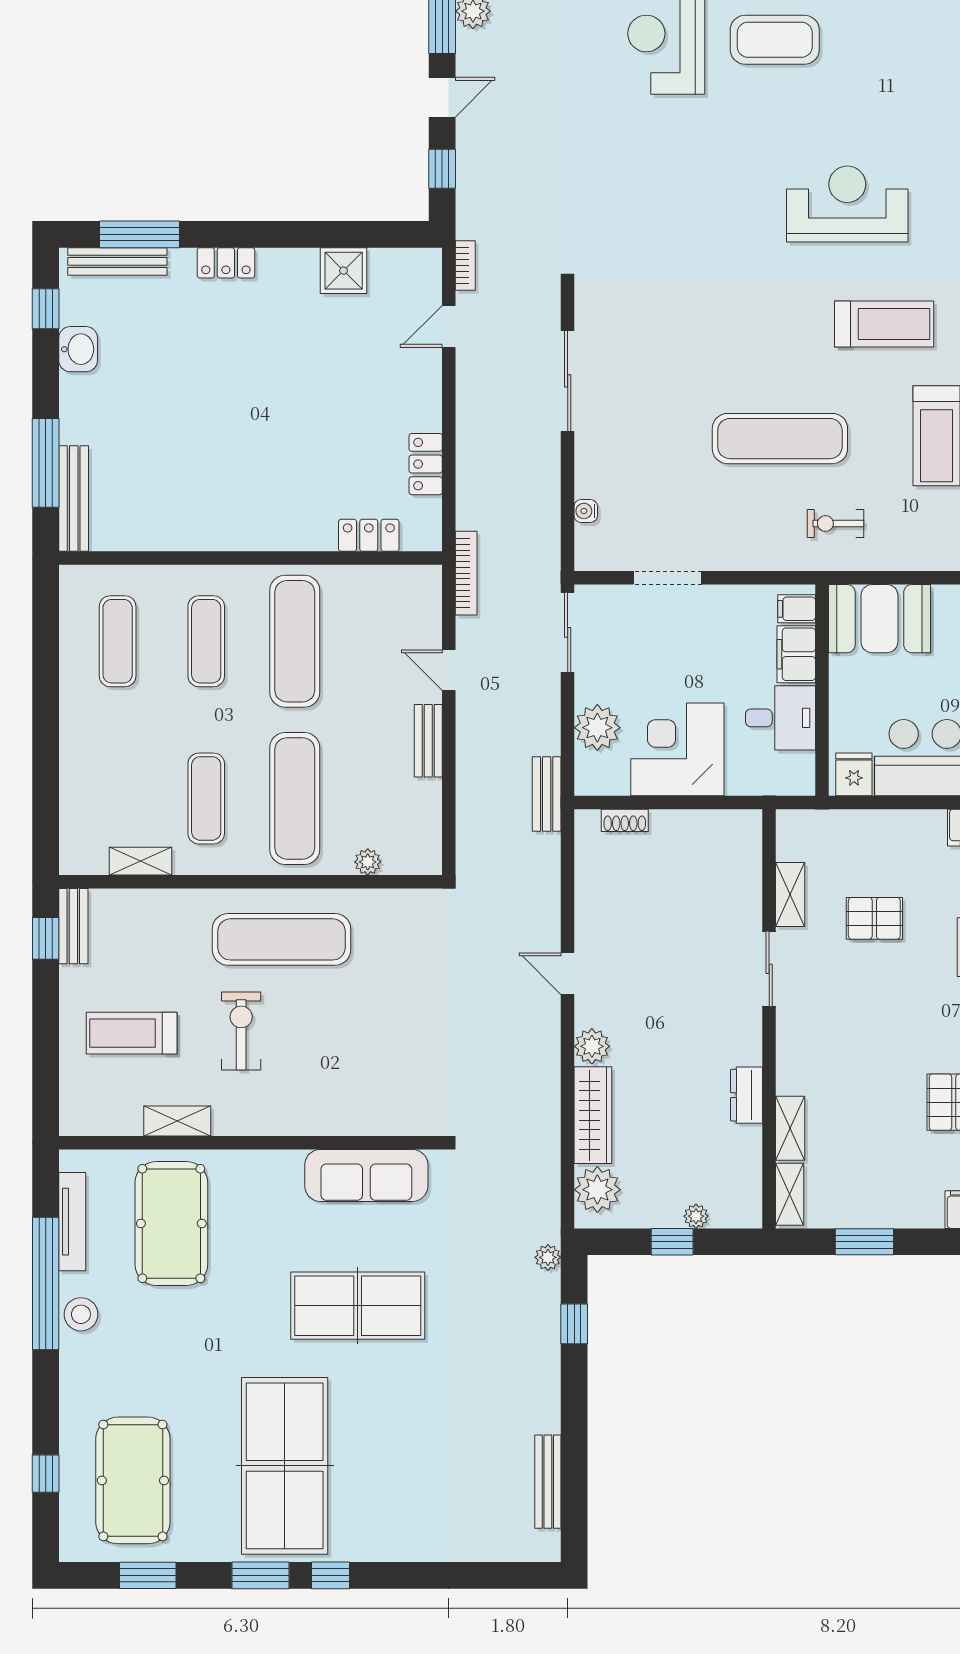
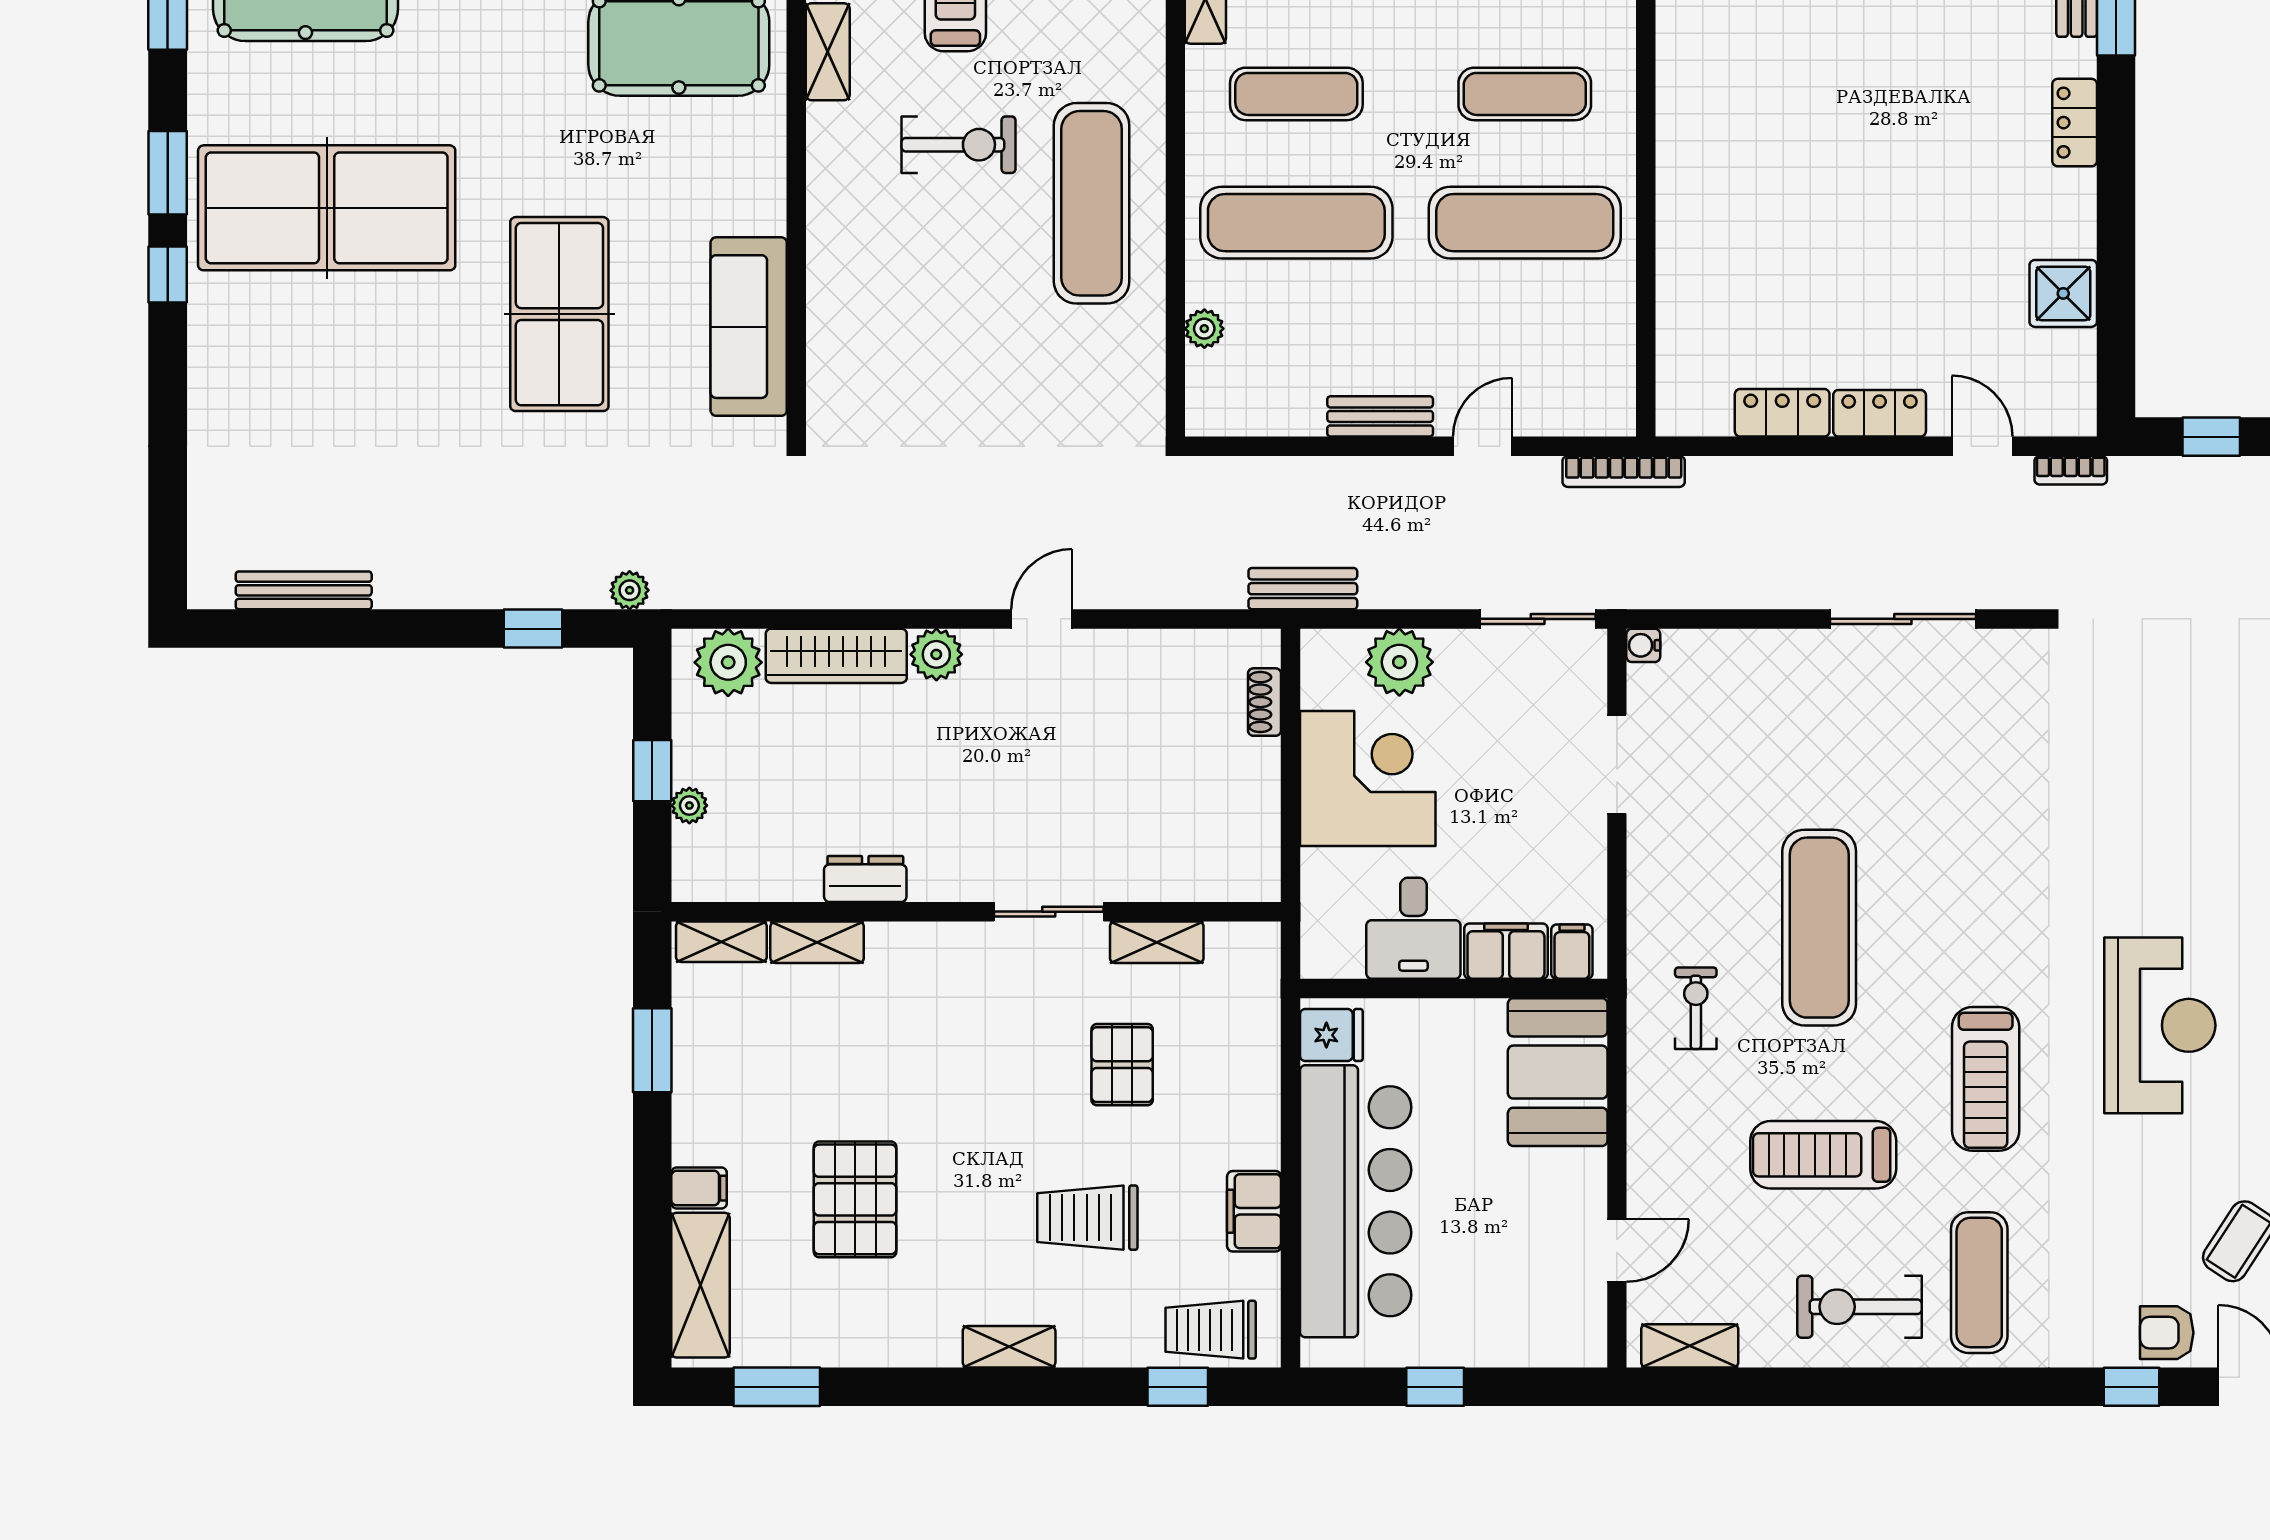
water cooler: (586, 511) -> (1643, 645), moved, turned -90
locker: (369, 535) -> (1880, 413), moved, turned -90

